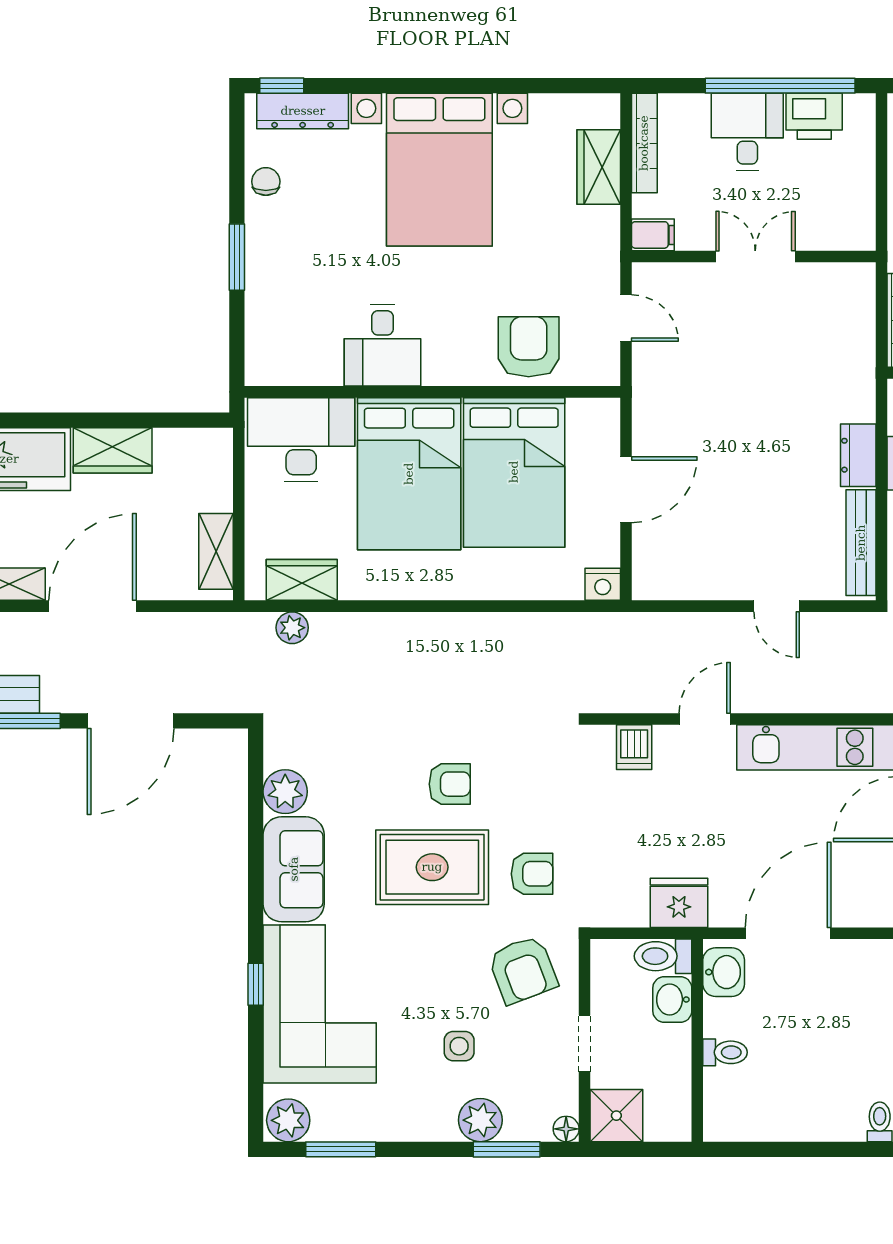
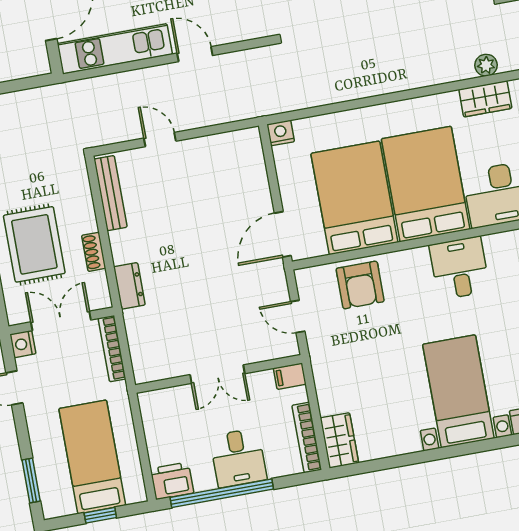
printer: (814, 116) -> (172, 481), moved
wardrobe: (599, 167) -> (339, 440), moved
bed with nightstands: (439, 170) -> (458, 391), width x0.73
dresser: (858, 455) -> (129, 286), moved
door: (626, 490) -> (283, 234), moved
door: (705, 719) -> (195, 54), swing flipped
dishwasher: (634, 747) -> (239, 26), removed

